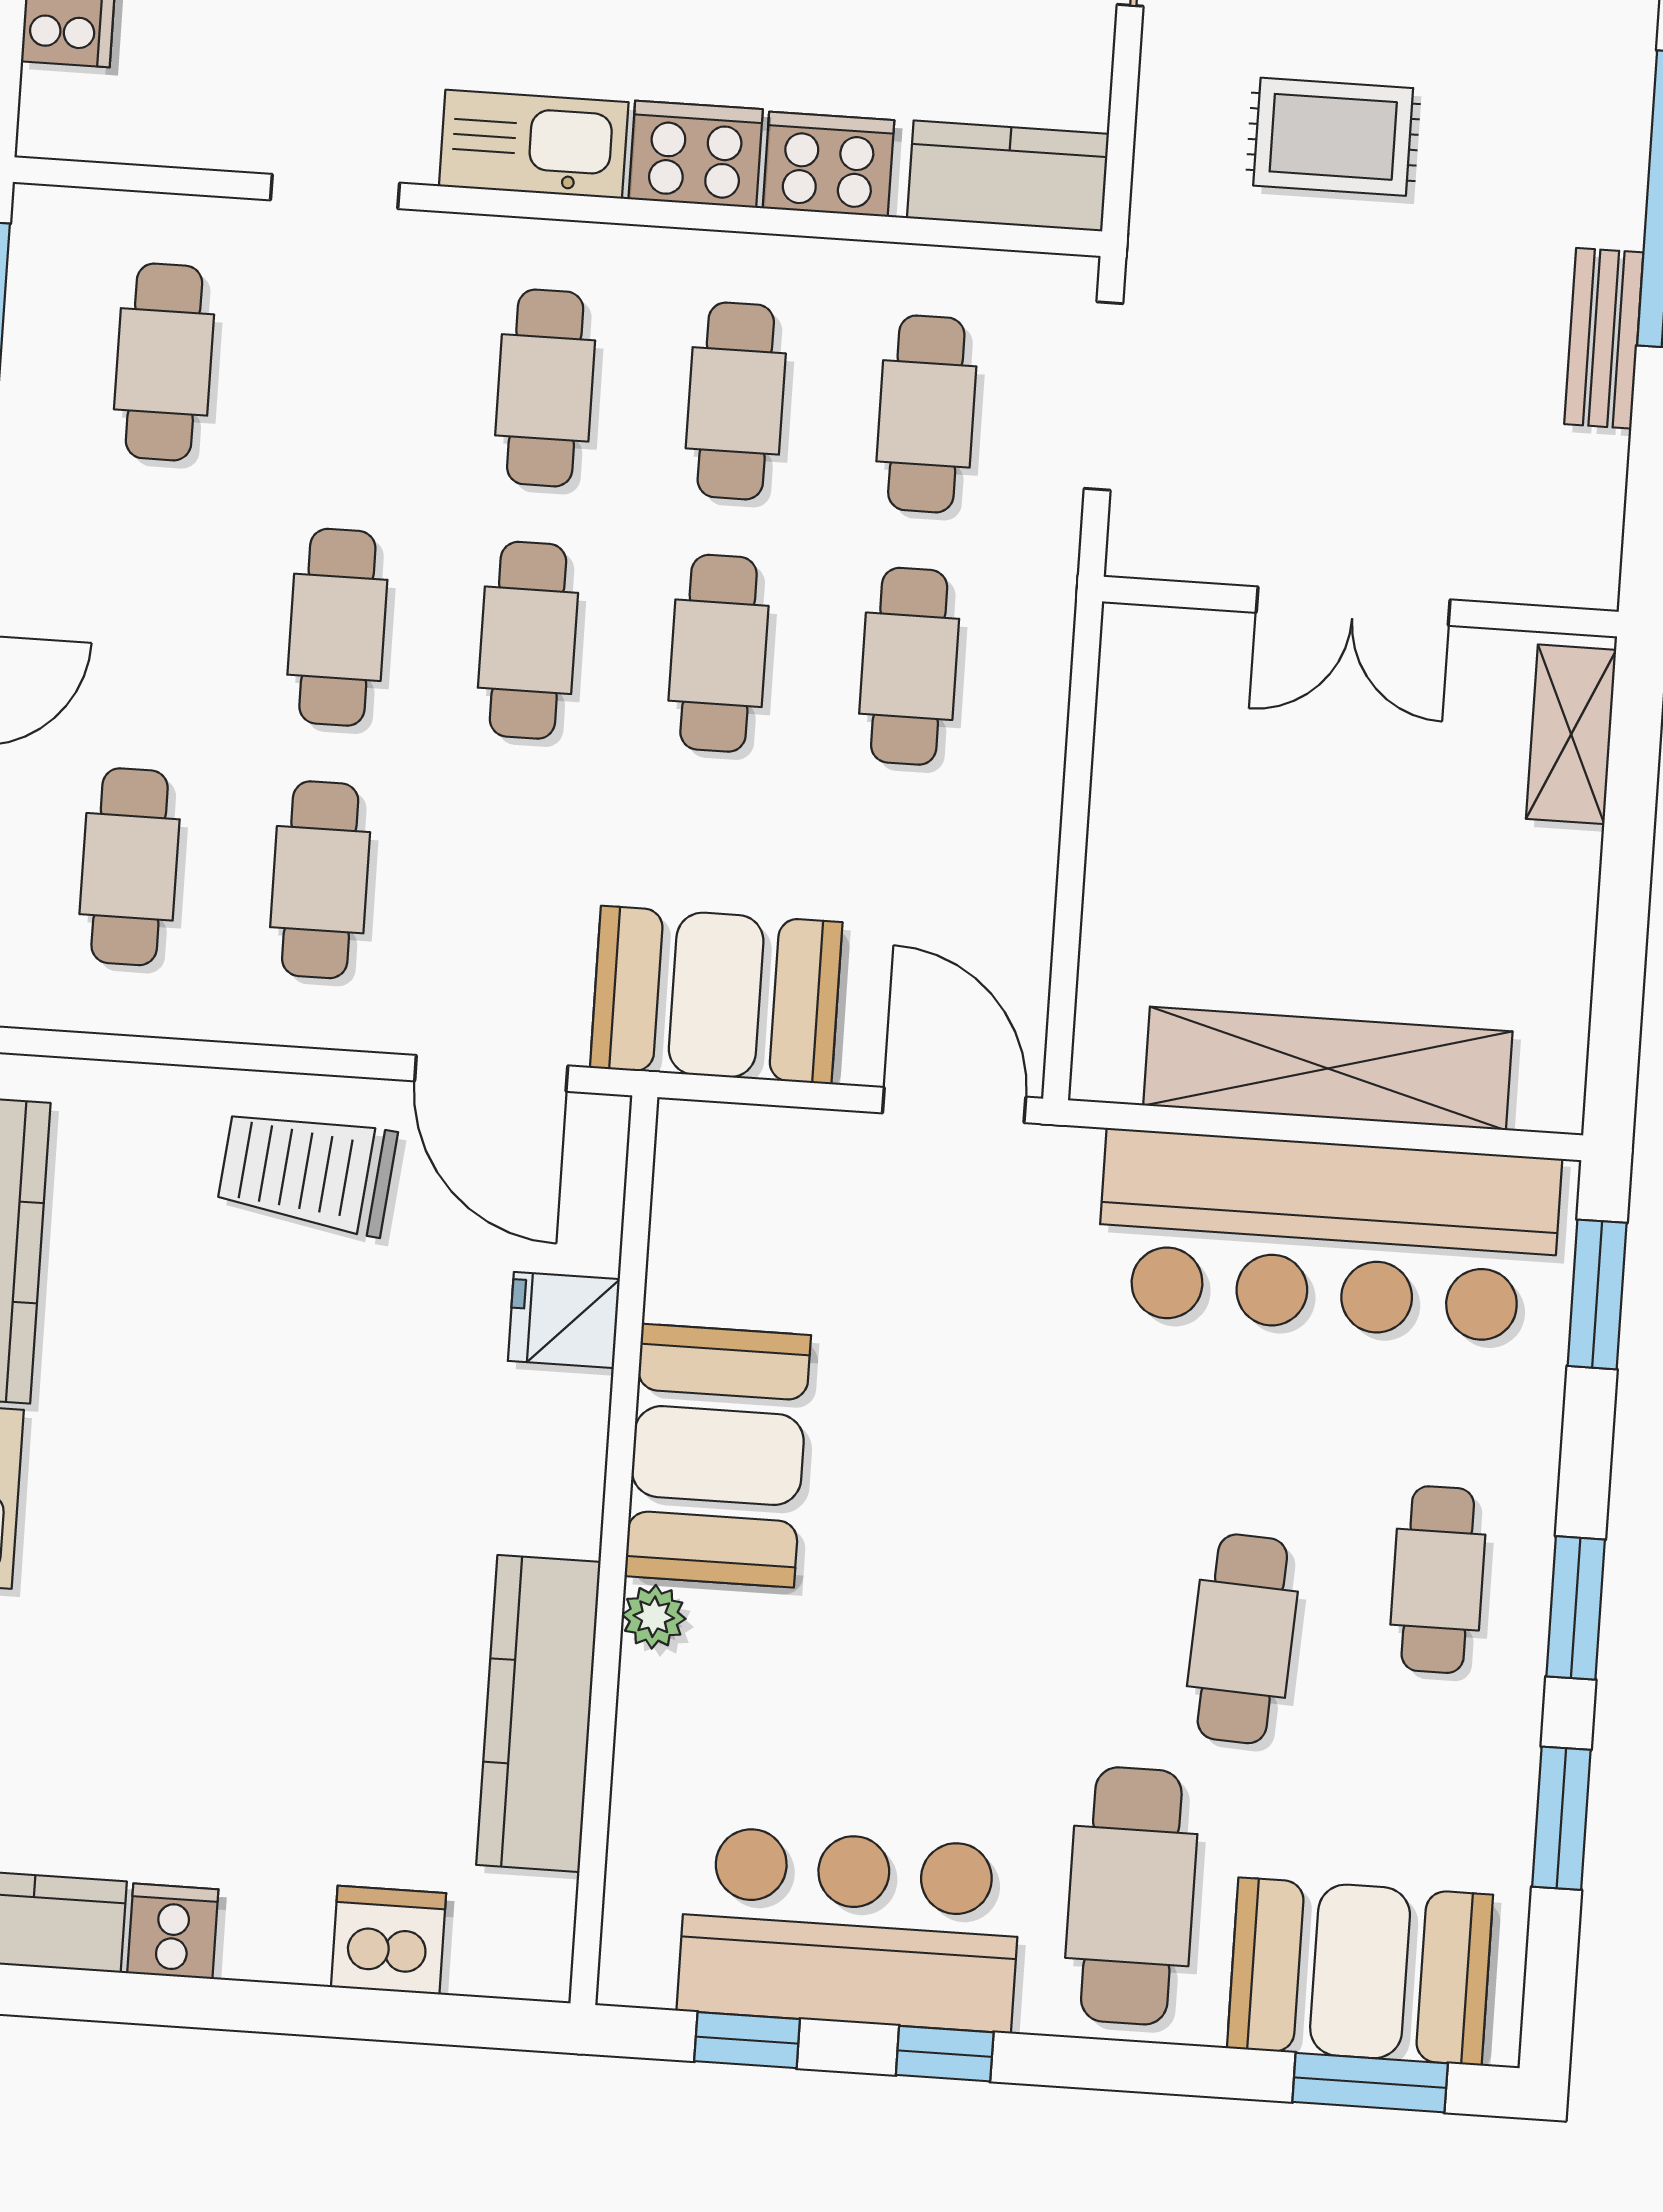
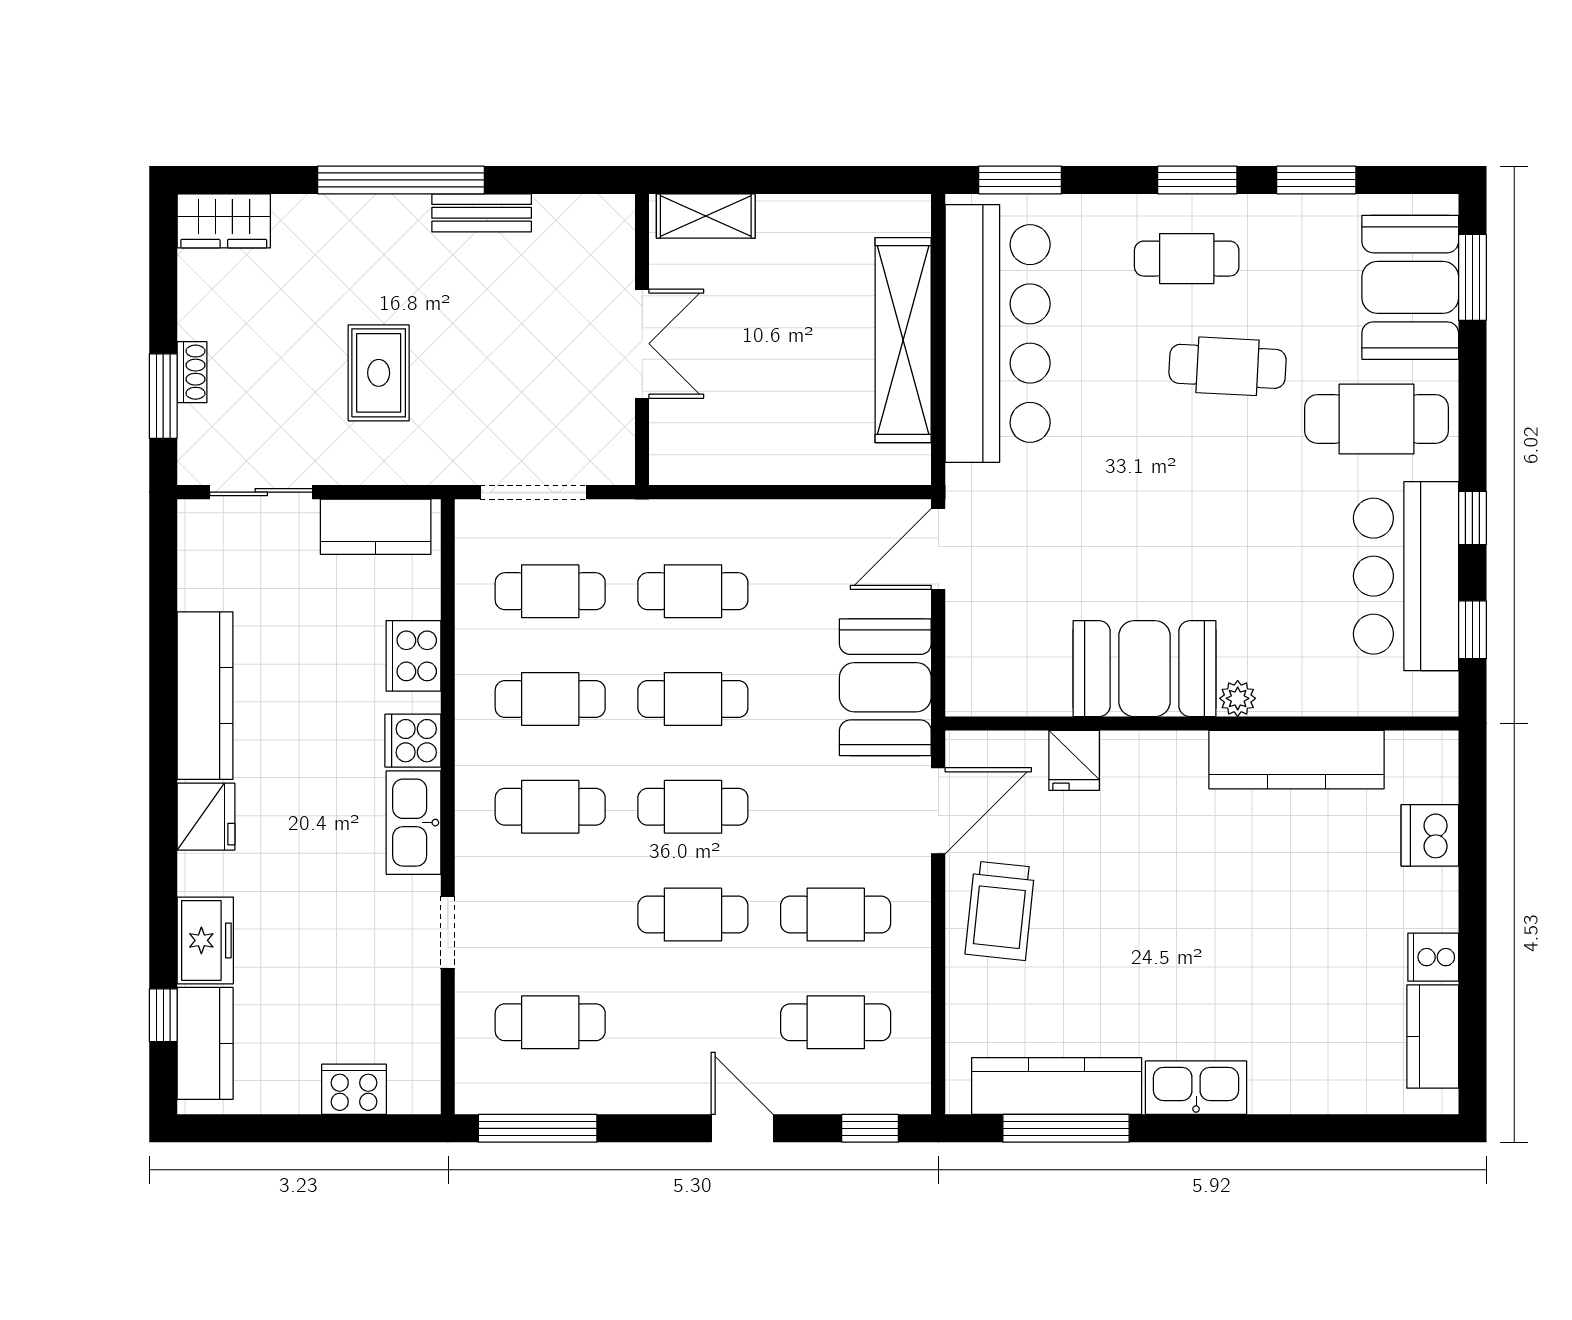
cooker: (696, 154) -> (413, 741), width x0.73
kitchen counter: (1008, 176) -> (376, 527), moved, turned -90

